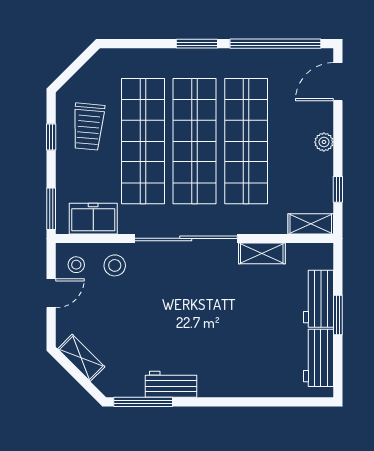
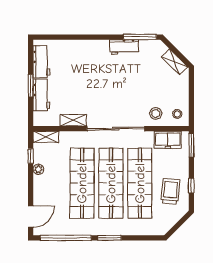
plant: (324, 142) -> (38, 169), moved
door: (51, 293) -> (191, 98), removed

